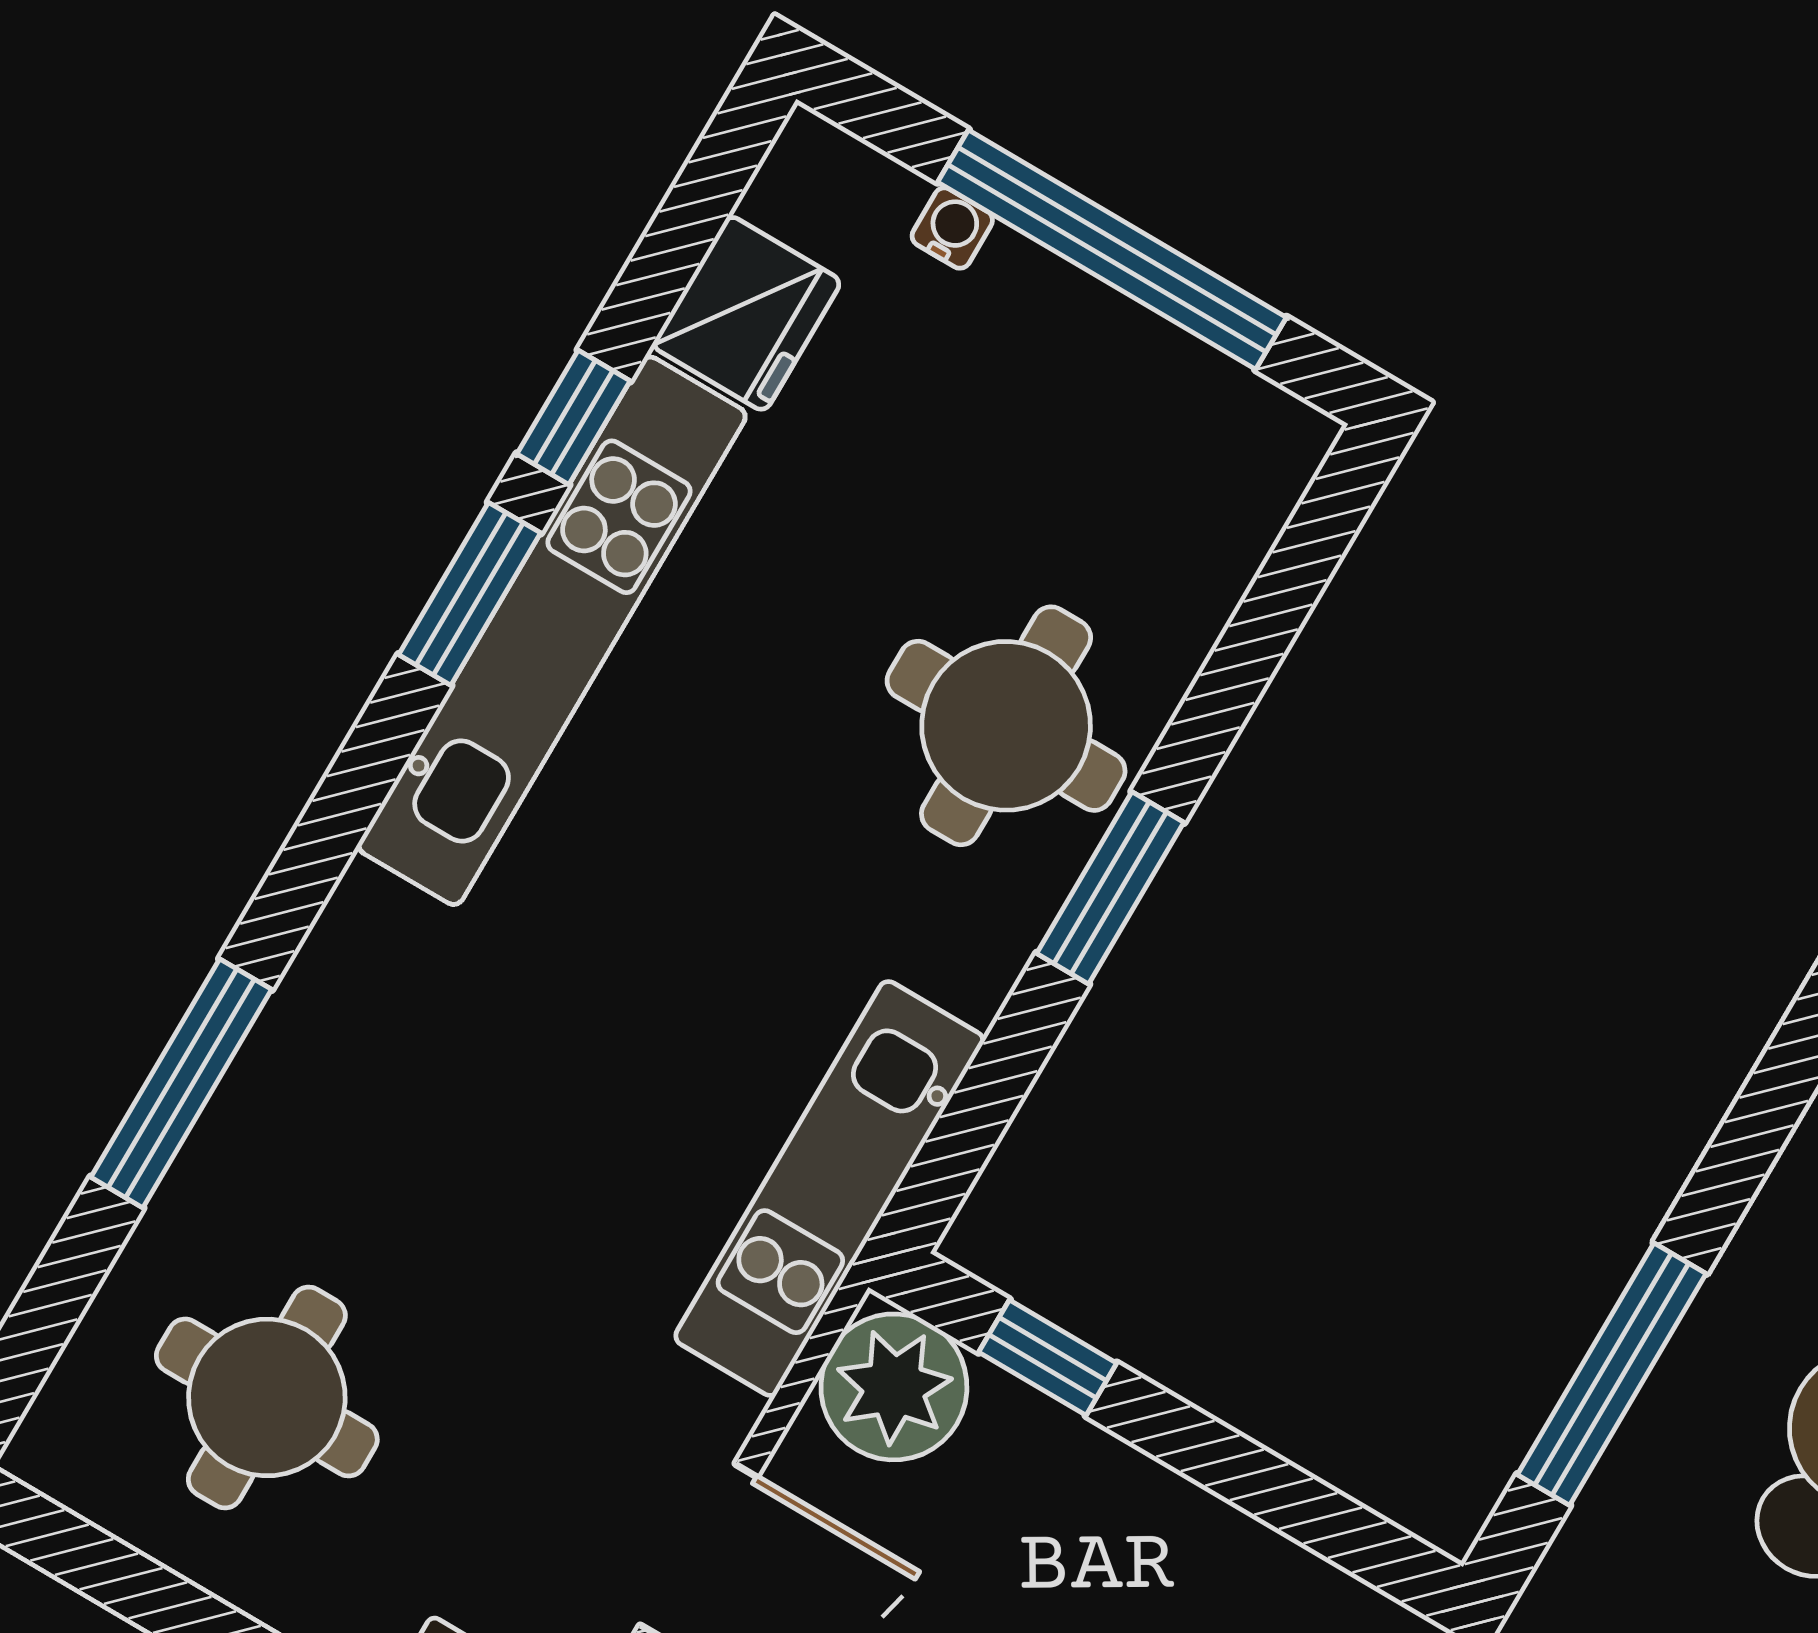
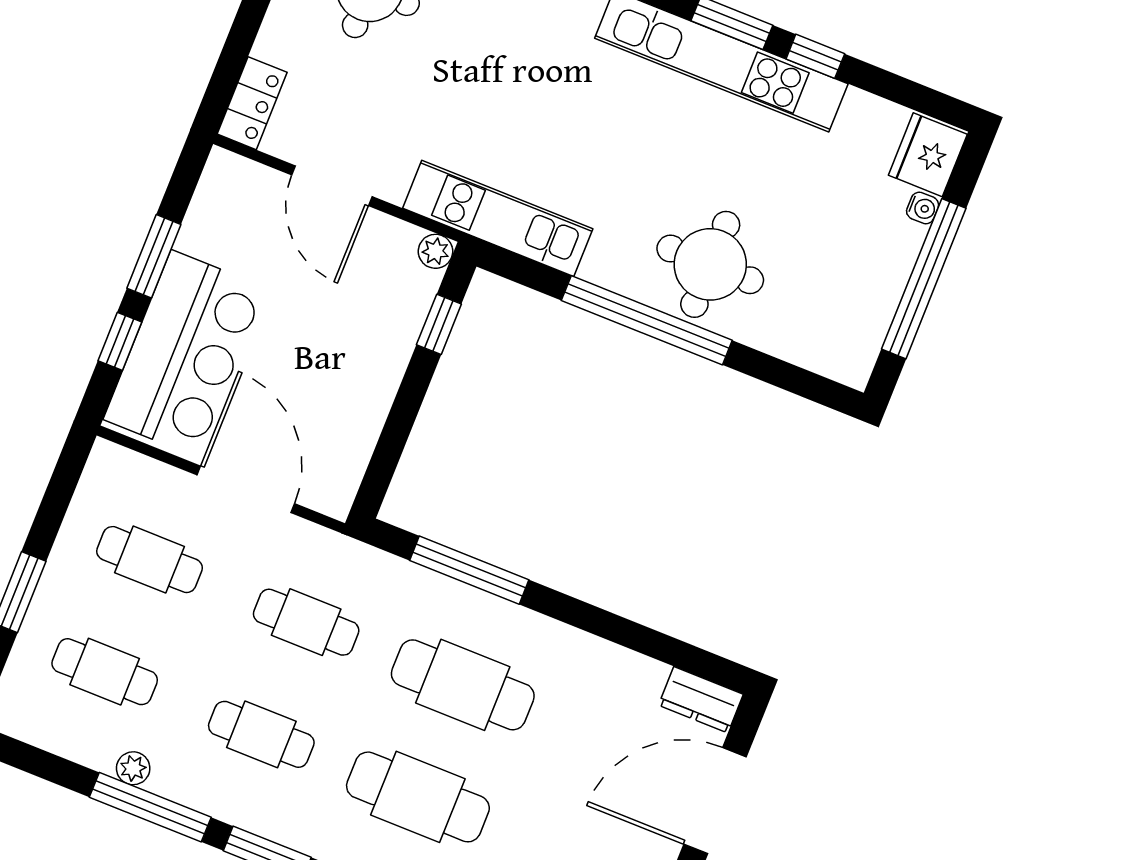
fridge: (747, 313) -> (928, 155), moved, turned 90
window: (1110, 888) -> (647, 320), width x2.11
plant: (894, 1387) -> (435, 251), width x0.53, depth x0.53

